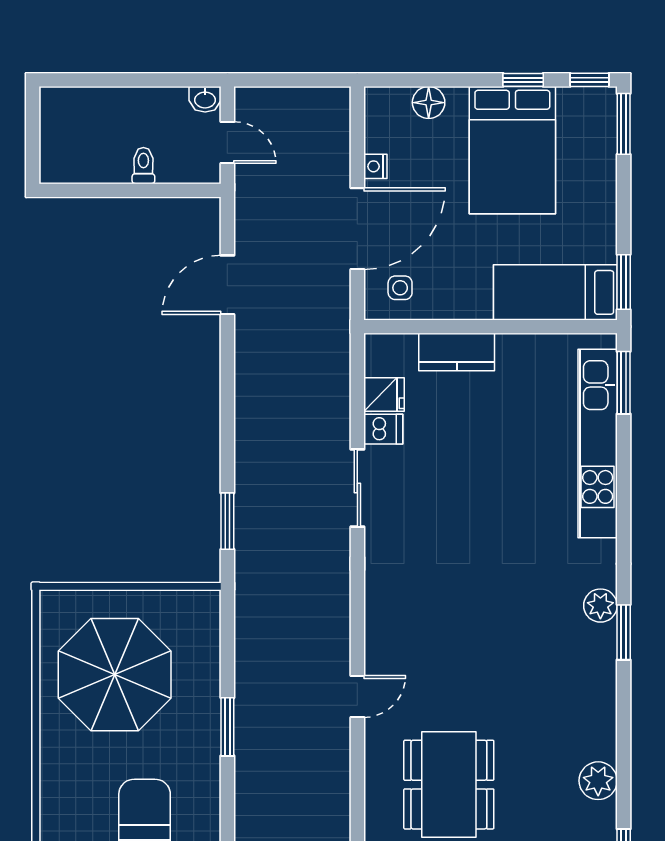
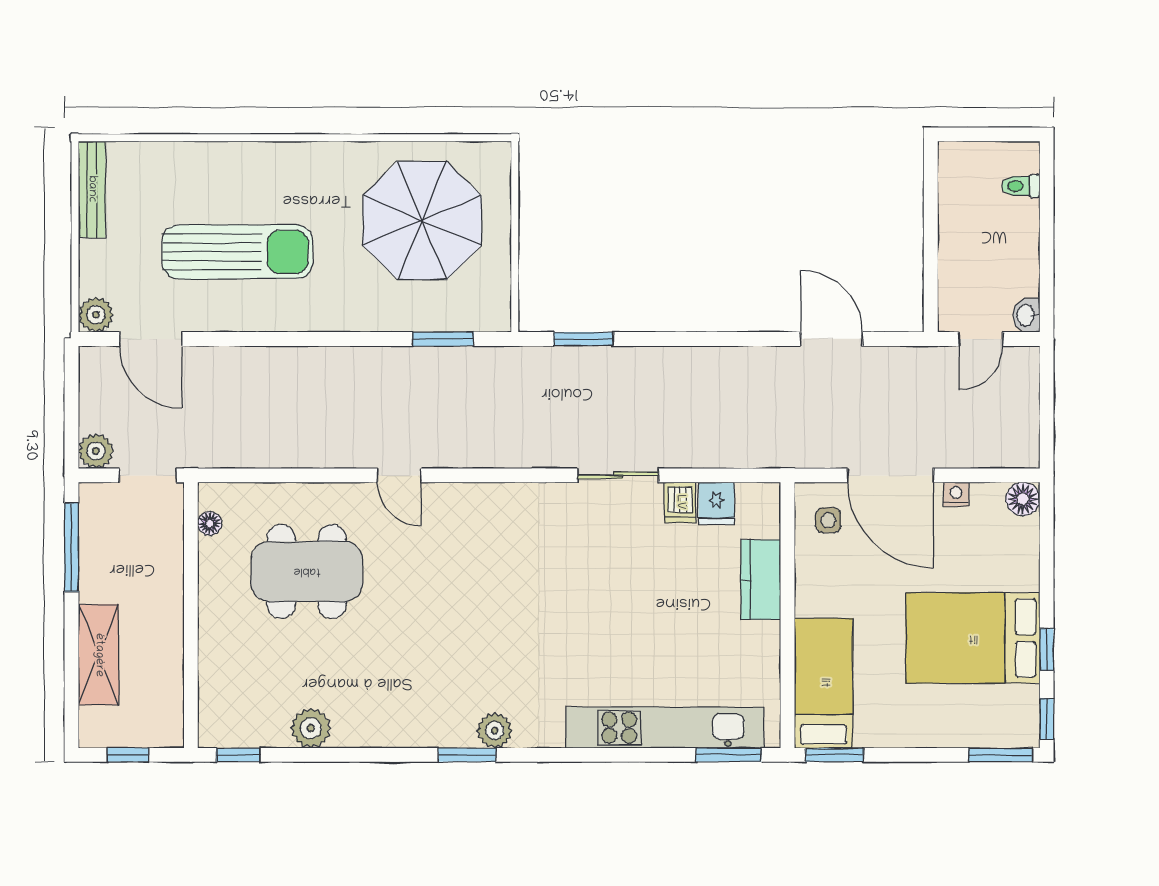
floor lamp: (429, 103) -> (1023, 499), moved
toilet: (143, 166) -> (1021, 186), moved, turned 180
window: (227, 727) -> (443, 339), moved

